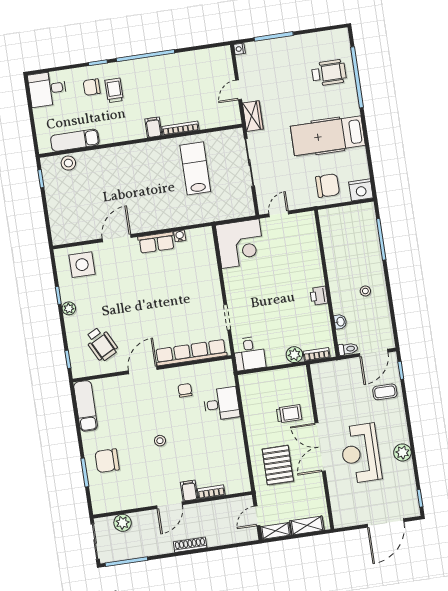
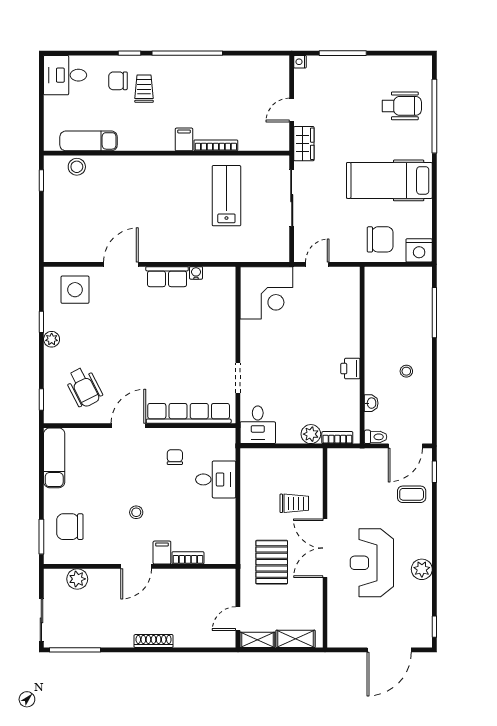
filing cabinet: (189, 491) -> (162, 553), moved
bookcase: (211, 492) -> (188, 558), moved
door: (170, 505) -> (136, 566), moved
wall: (172, 505) -> (140, 566), moved
plant: (123, 523) -> (77, 579), moved

